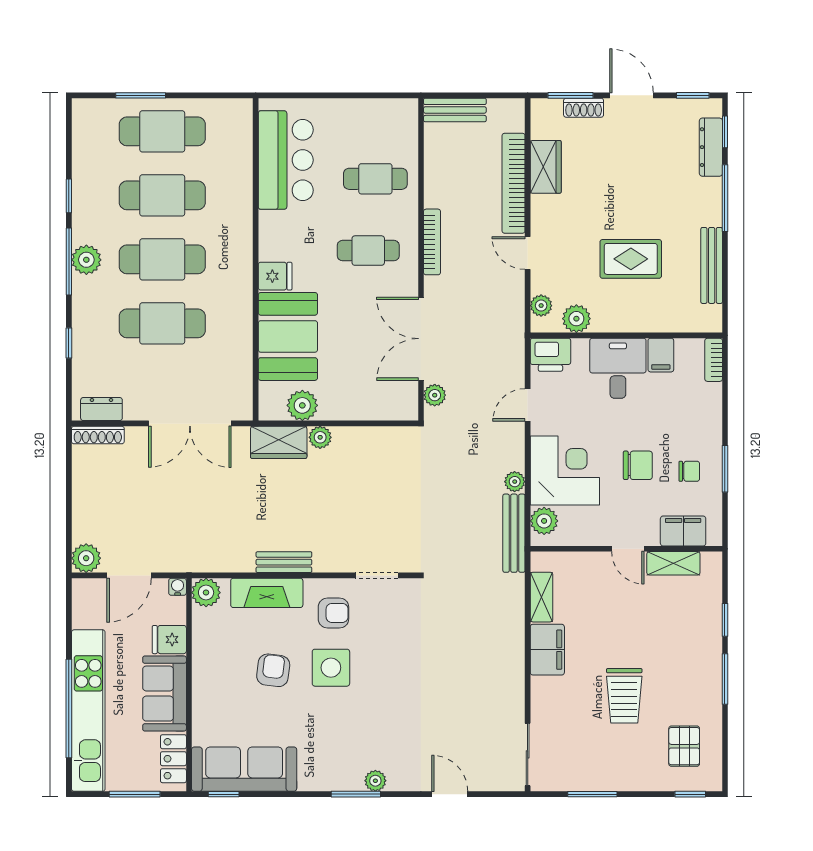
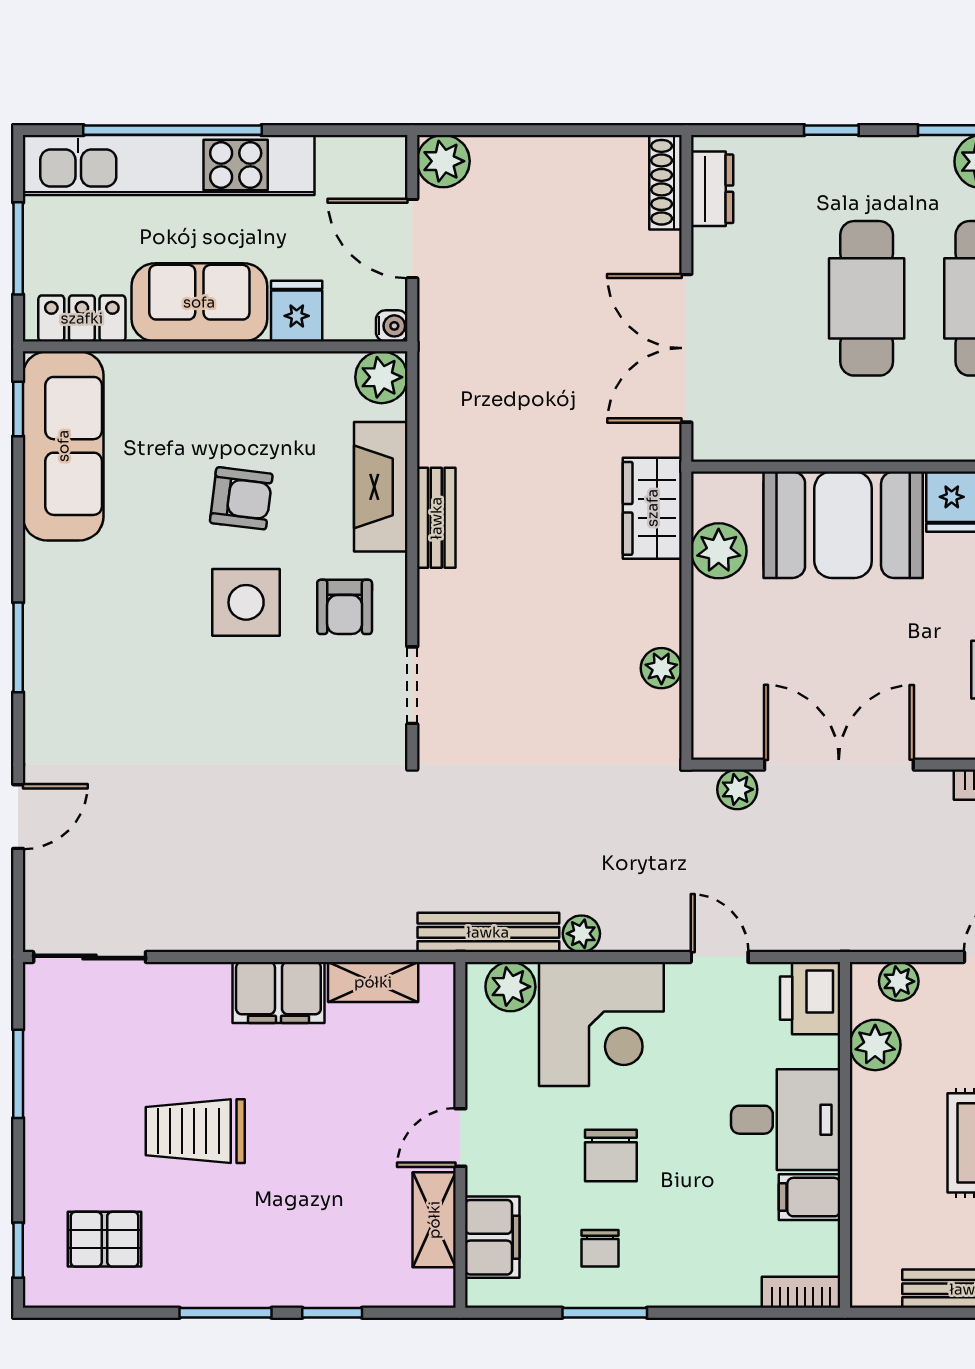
plant: (320, 437) -> (661, 668), moved
plant: (375, 781) -> (42, 683), removed

